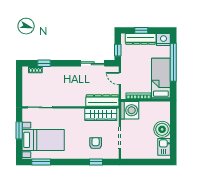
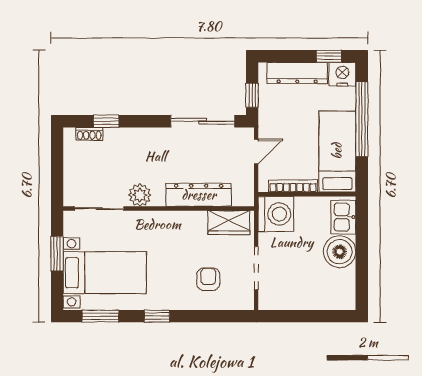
window: (141, 30) -> (329, 56), moved
sliding door: (93, 63) -> (203, 121), width x1.37
door: (120, 79) -> (256, 151), swing flipped
plant: (61, 101) -> (140, 195), added
dresser: (102, 101) -> (199, 195), moved
wardrobe: (101, 115) -> (229, 223), width x0.67
kitchen sink: (164, 147) -> (343, 217), moved
window: (96, 162) -> (157, 316), moved

